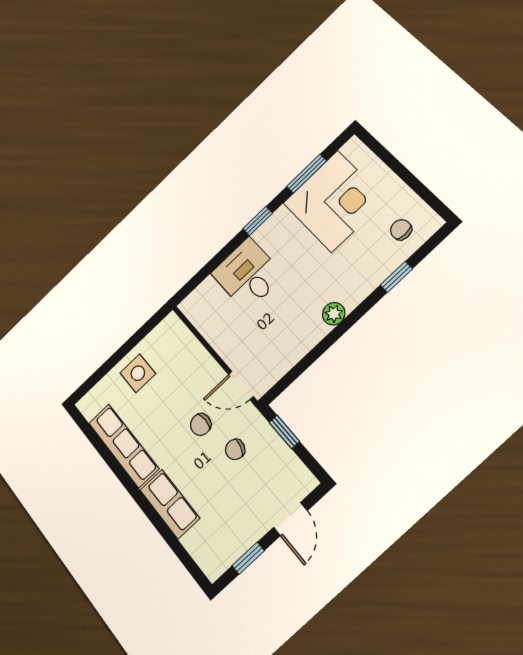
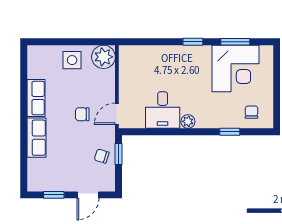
desk: (248, 274) -> (163, 110), moved, turned 180
plant: (170, 335) -> (103, 57), added
door: (241, 385) -> (117, 114), hinge flipped
row of seats: (123, 446) -> (36, 98), width x0.68
chair: (235, 449) -> (102, 156), moved

